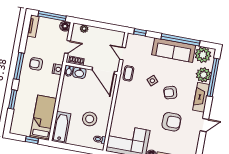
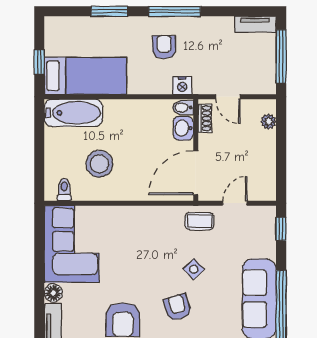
floor lamp: (65, 26) -> (266, 85), removed
armchair: (36, 64) -> (164, 47), moved

